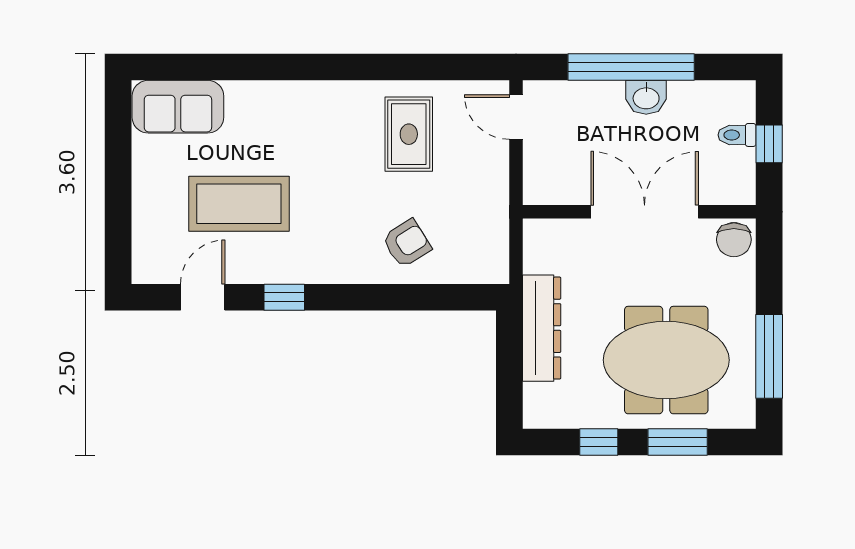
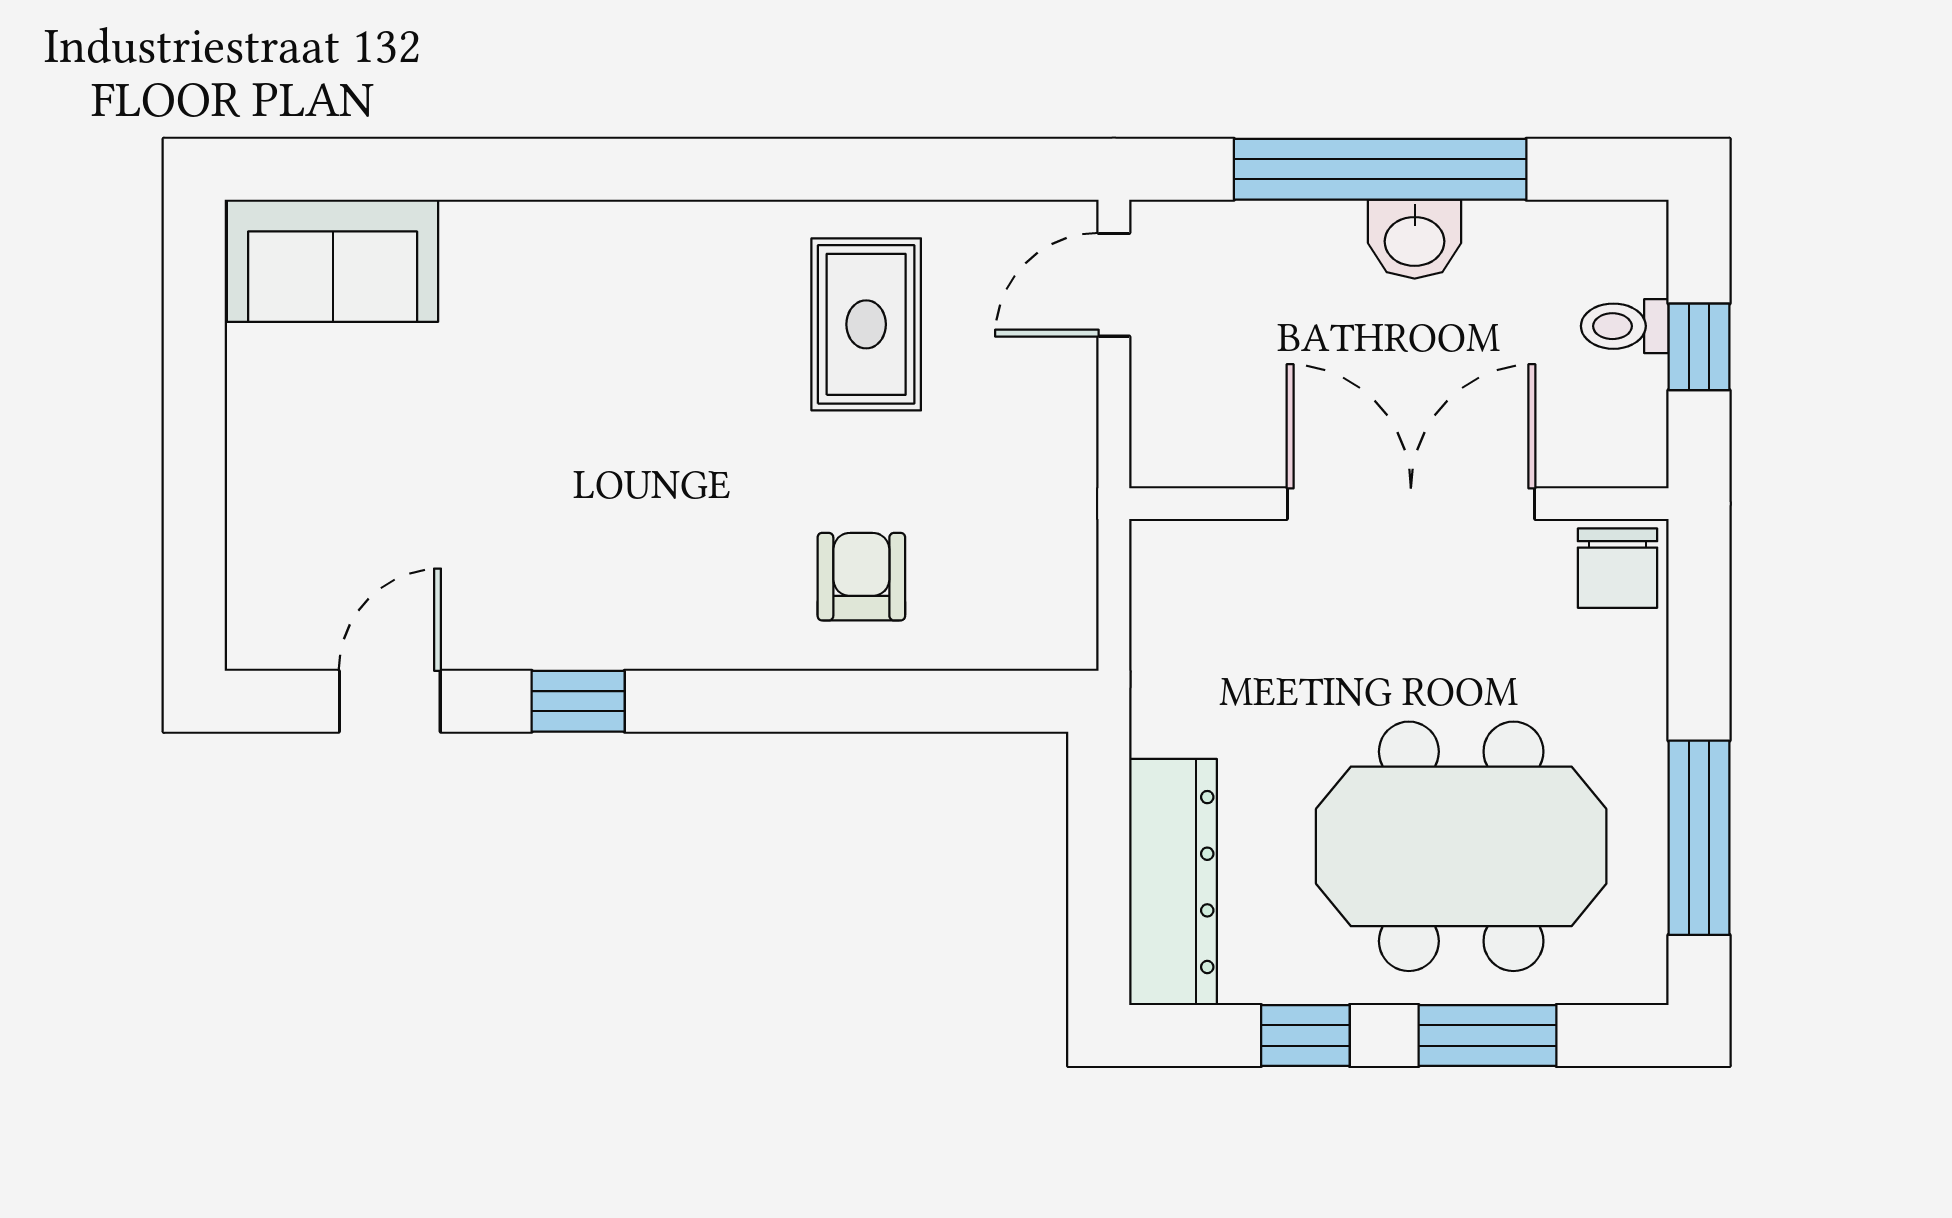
door: (516, 117) -> (1114, 285), hinge flipped
coffee table: (239, 204) -> (474, 485), removed
armchair: (407, 243) -> (861, 577), turned -58
dresser: (542, 328) -> (1173, 882), moved

